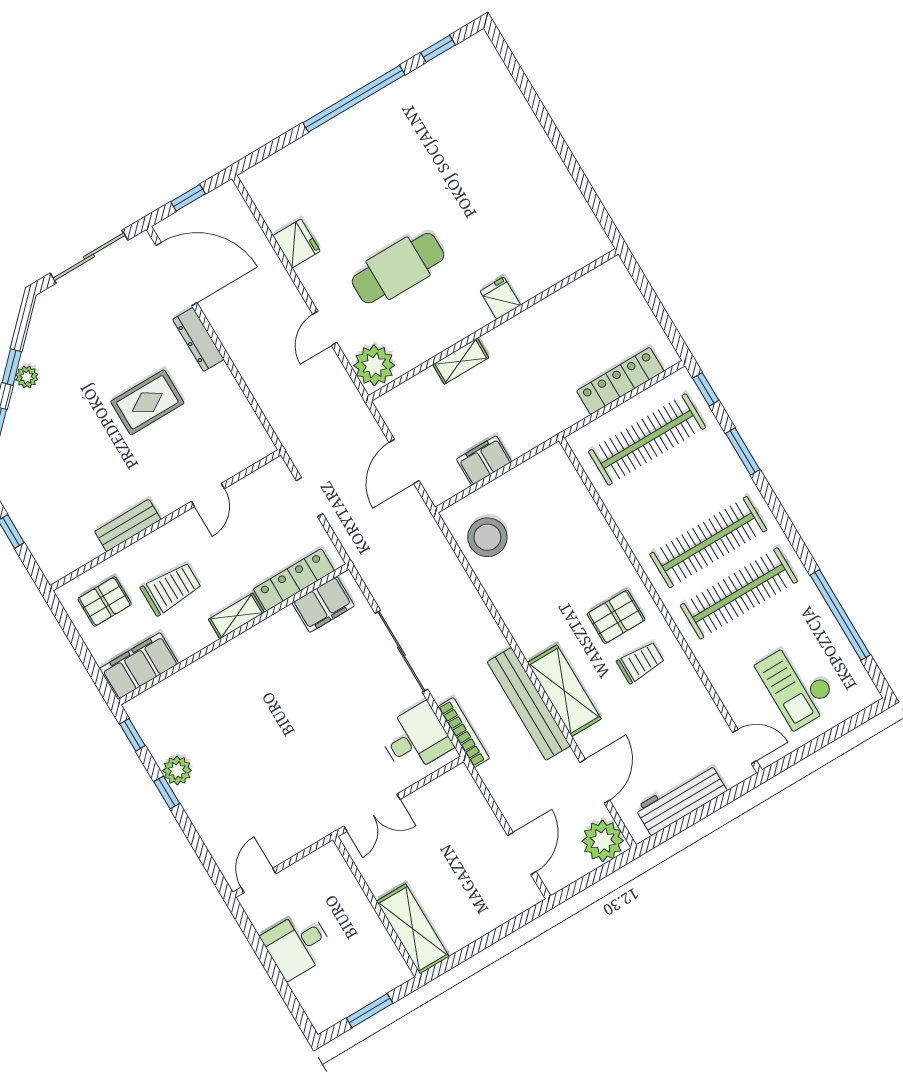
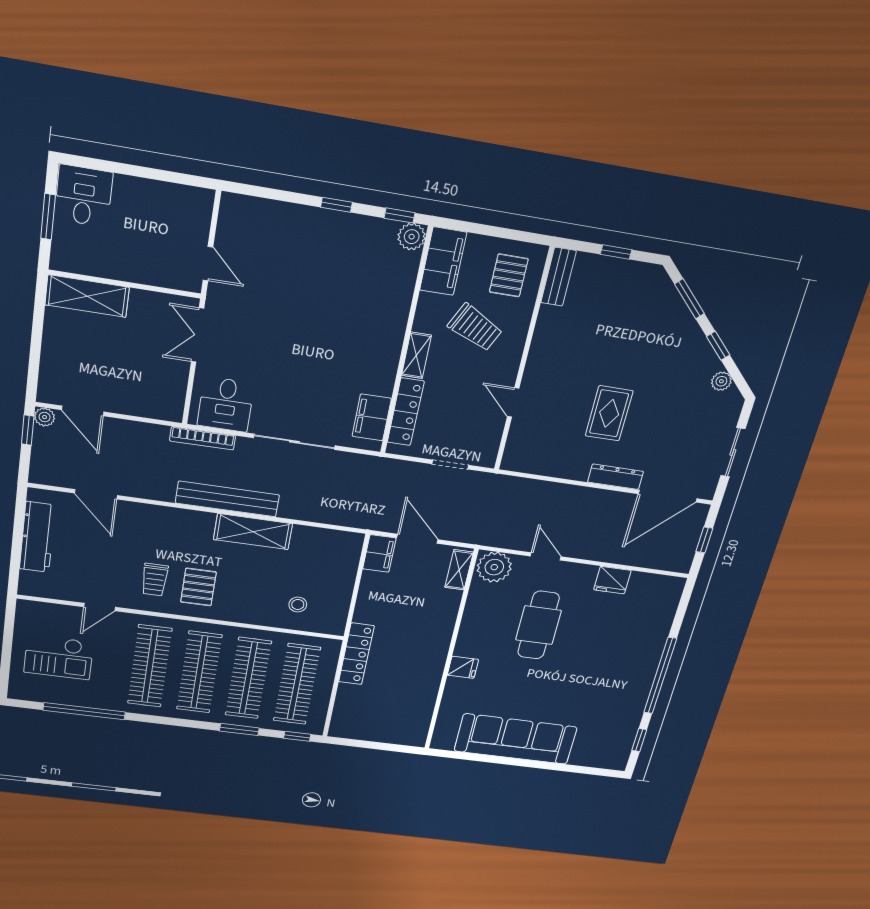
sofa: (536, 173) -> (516, 739), added
sliding door: (89, 257) -> (733, 452), width x0.73
shelving: (461, 361) -> (459, 570), moved
plant: (27, 377) -> (721, 381), moved
locker: (620, 381) -> (356, 654), moved
filing cabinet: (484, 460) -> (379, 553), moved
clothes rail: (678, 491) -> (248, 678), added
bench: (128, 526) -> (558, 277), moved
stool: (487, 537) -> (298, 605), moved, width x0.53, depth x0.53
trolley: (171, 589) -> (475, 327), turned -64
checkout: (797, 685) -> (59, 657), turned 180
shelving: (564, 691) -> (253, 532), moved
bench: (529, 704) -> (227, 499), moved
door: (745, 746) -> (100, 607), moved
plant: (177, 770) -> (412, 237), moved
plant: (603, 841) -> (45, 417), moved, width x0.53, depth x0.53
door: (258, 880) -> (208, 264), moved
window: (579, 886) -> (28, 430), added
desk: (298, 944) -> (84, 196), moved

